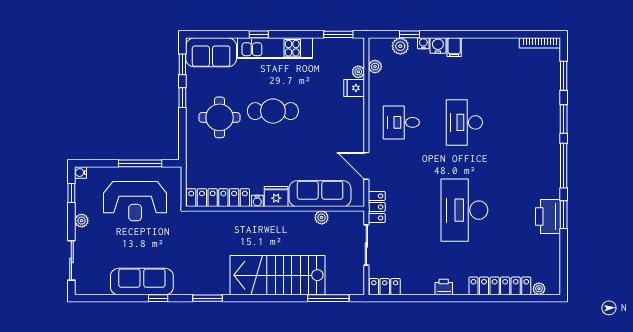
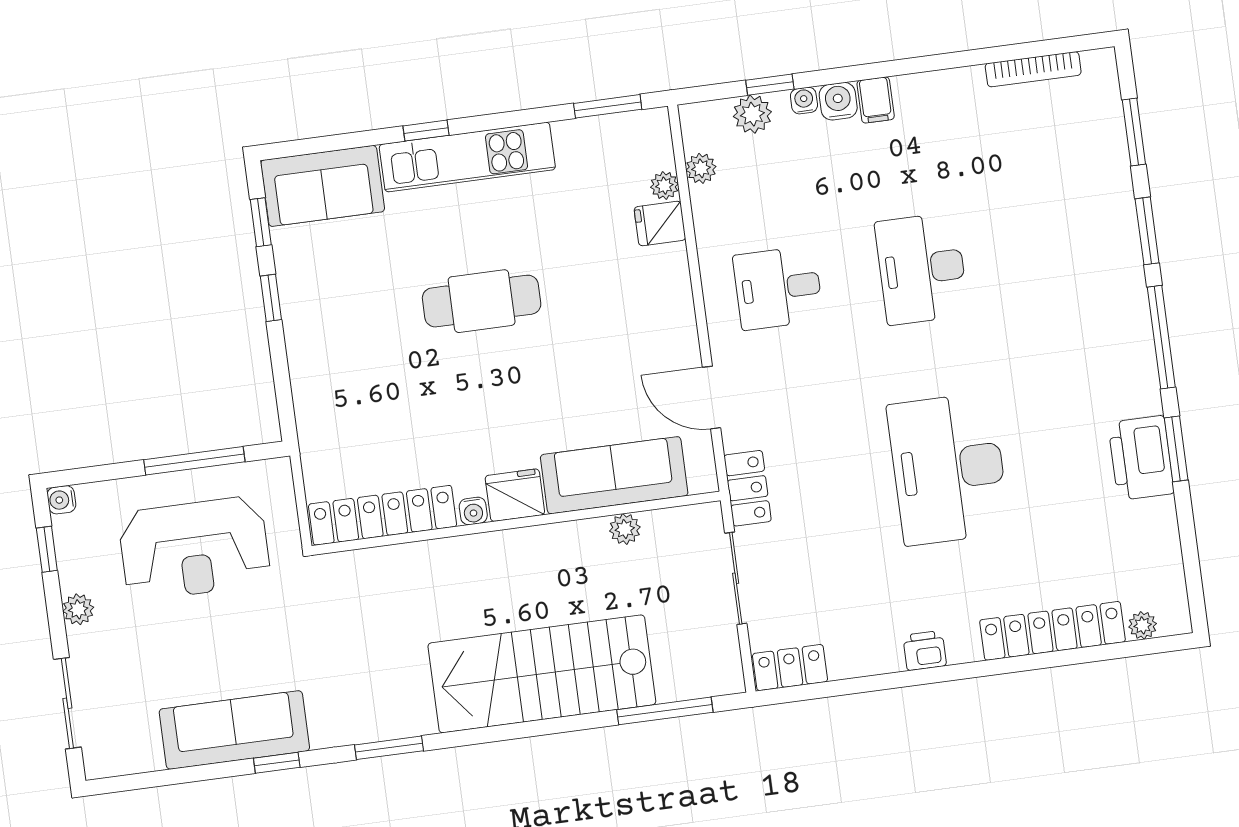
bookcase: (540, 43) -> (1033, 69), moved
round table: (220, 117) -> (362, 332), removed

